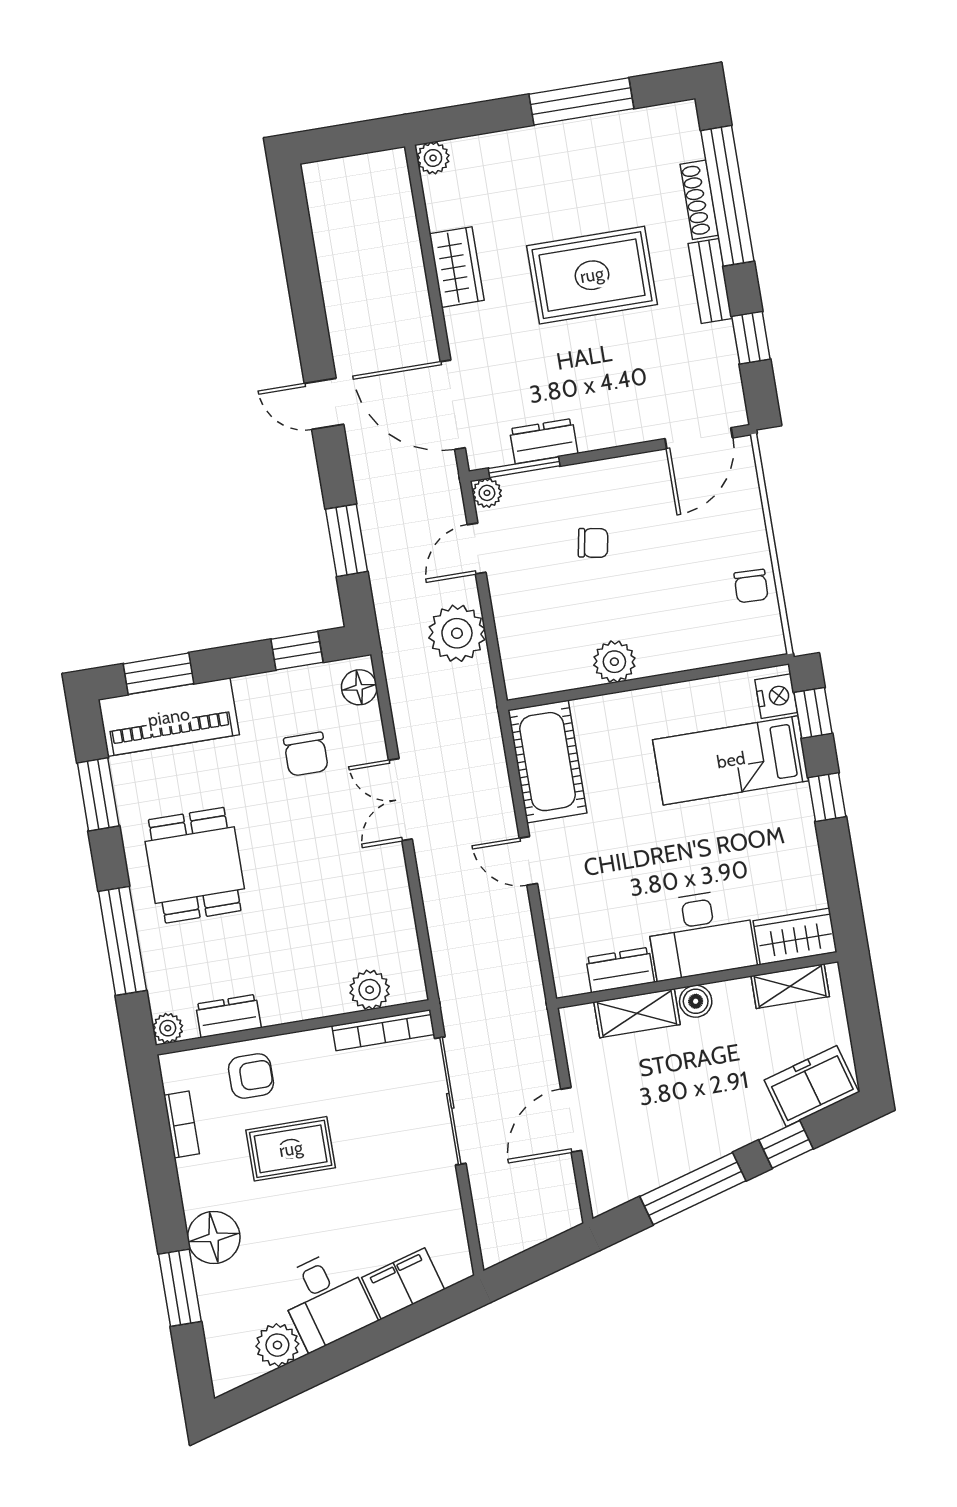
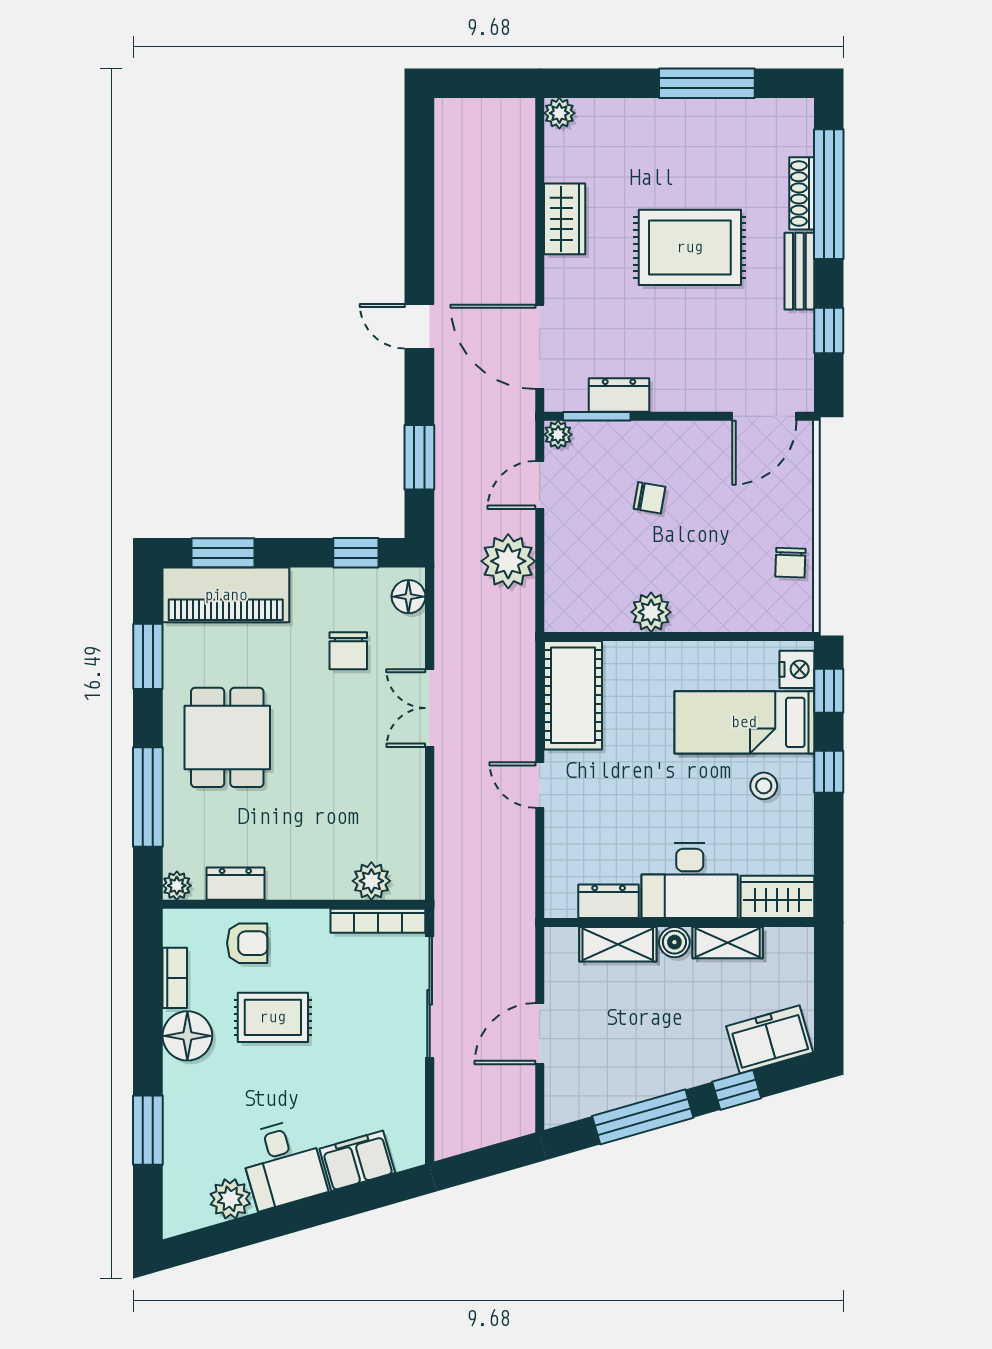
stool: (762, 823) -> (764, 786), added
shelving: (790, 986) -> (728, 943), moved
floor lamp: (214, 1237) -> (187, 1036), moved

